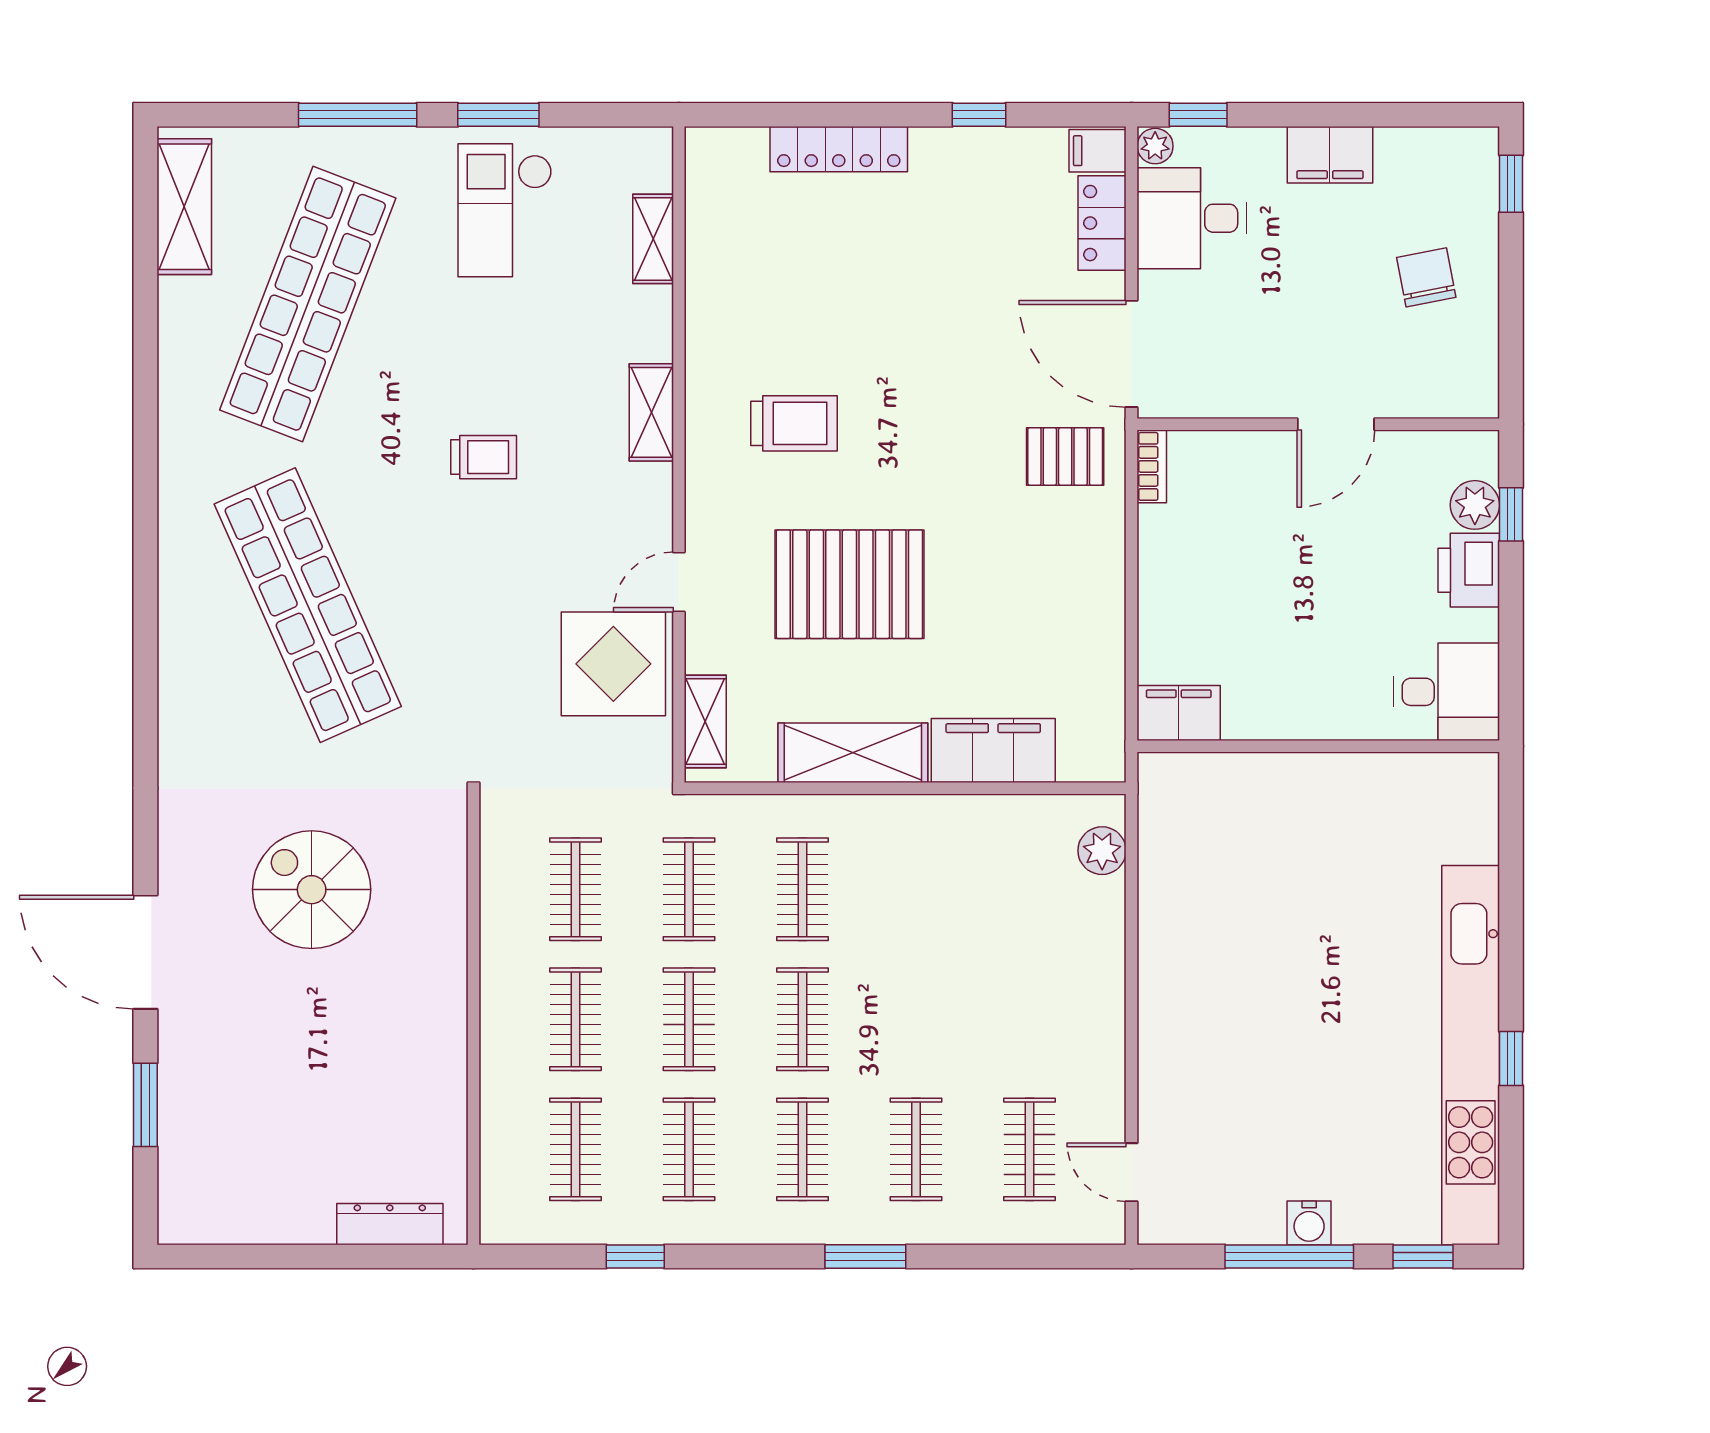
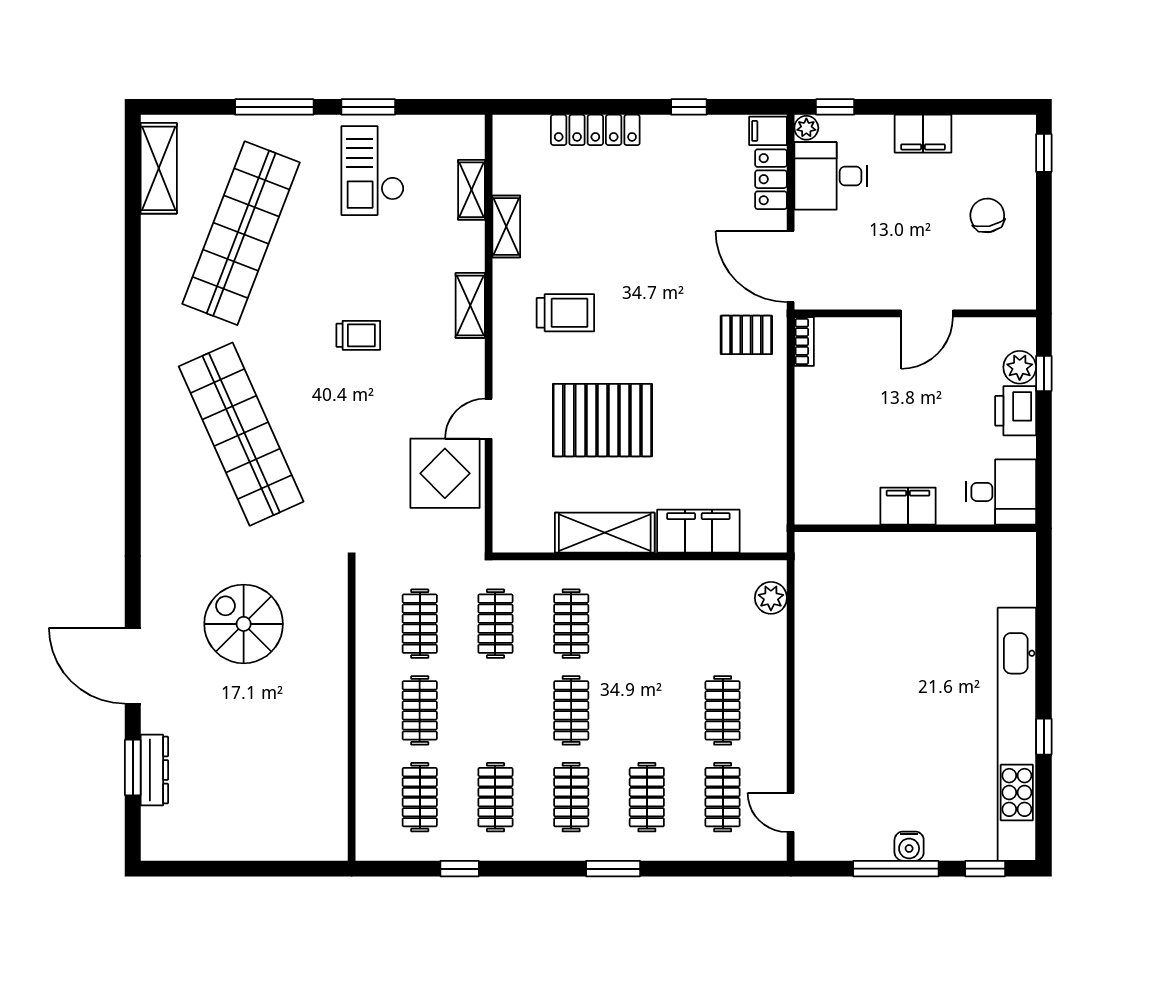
filing cabinet: (1179, 713) -> (908, 506), moved
shelving: (705, 722) -> (506, 227), moved
clothes rail: (689, 1019) -> (723, 710), moved
dresser: (390, 1224) -> (154, 770), moved, turned 90

